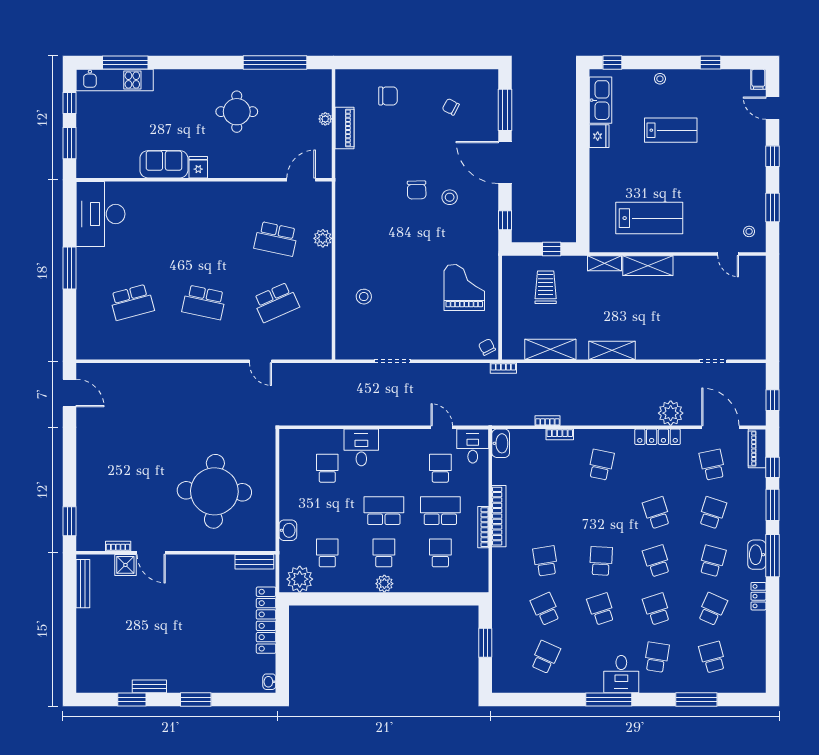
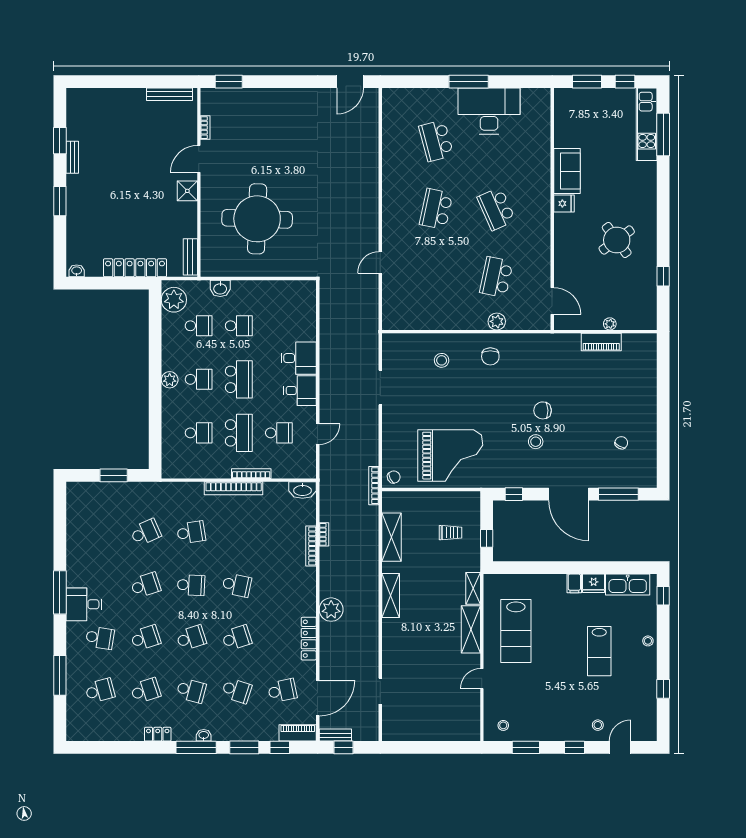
window: (275, 63) -> (663, 276), width x0.32
filing cabinet: (758, 79) -> (574, 583), moved, turned -90
chair: (388, 96) -> (490, 356), moved
round table: (237, 112) -> (617, 240), turned -36
stool: (749, 132) -> (598, 725), added
door: (505, 162) -> (569, 494), swing flipped
desk: (100, 214) -> (489, 111), moved
door: (728, 254) -> (482, 679), moved
grand piano: (464, 287) -> (450, 456), width x1.37, depth x1.48
trolley: (546, 287) -> (450, 533), width x0.73, depth x0.72
school desk: (276, 302) -> (496, 209), moved
bookcase: (503, 368) -> (374, 486), width x1.56
bench: (759, 409) -> (335, 735), added
plant: (671, 413) -> (331, 610), moved
bookcase: (560, 434) -> (311, 546), width x1.56
desk: (473, 446) -> (300, 391), moved
school desk: (601, 465) -> (237, 585), moved
school desk: (327, 468) -> (239, 326), moved
bookcase: (483, 527) -> (251, 474), moved
washbasin: (757, 555) -> (204, 735), width x0.52, depth x0.69
shower: (125, 565) -> (187, 191), moved
school desk: (712, 609) -> (146, 691), turned -42
school desk: (545, 657) -> (100, 532), removed

